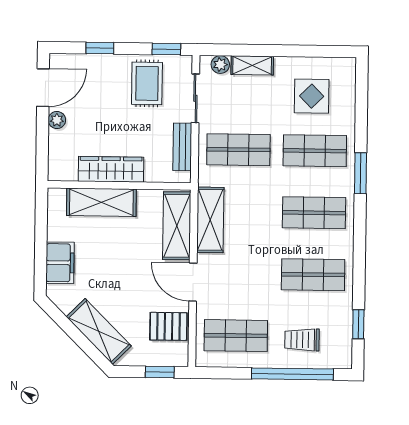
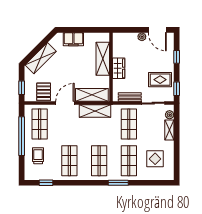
wardrobe: (111, 169) -> (119, 68), width x0.67
window: (292, 374) -> (22, 136), moved

